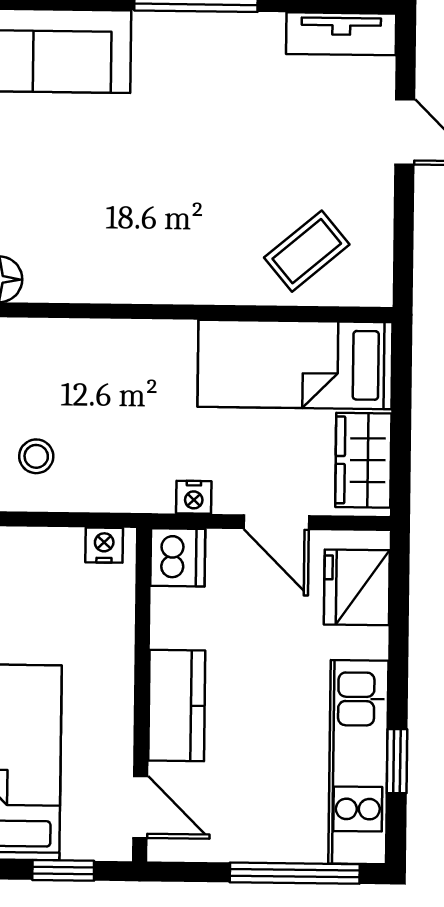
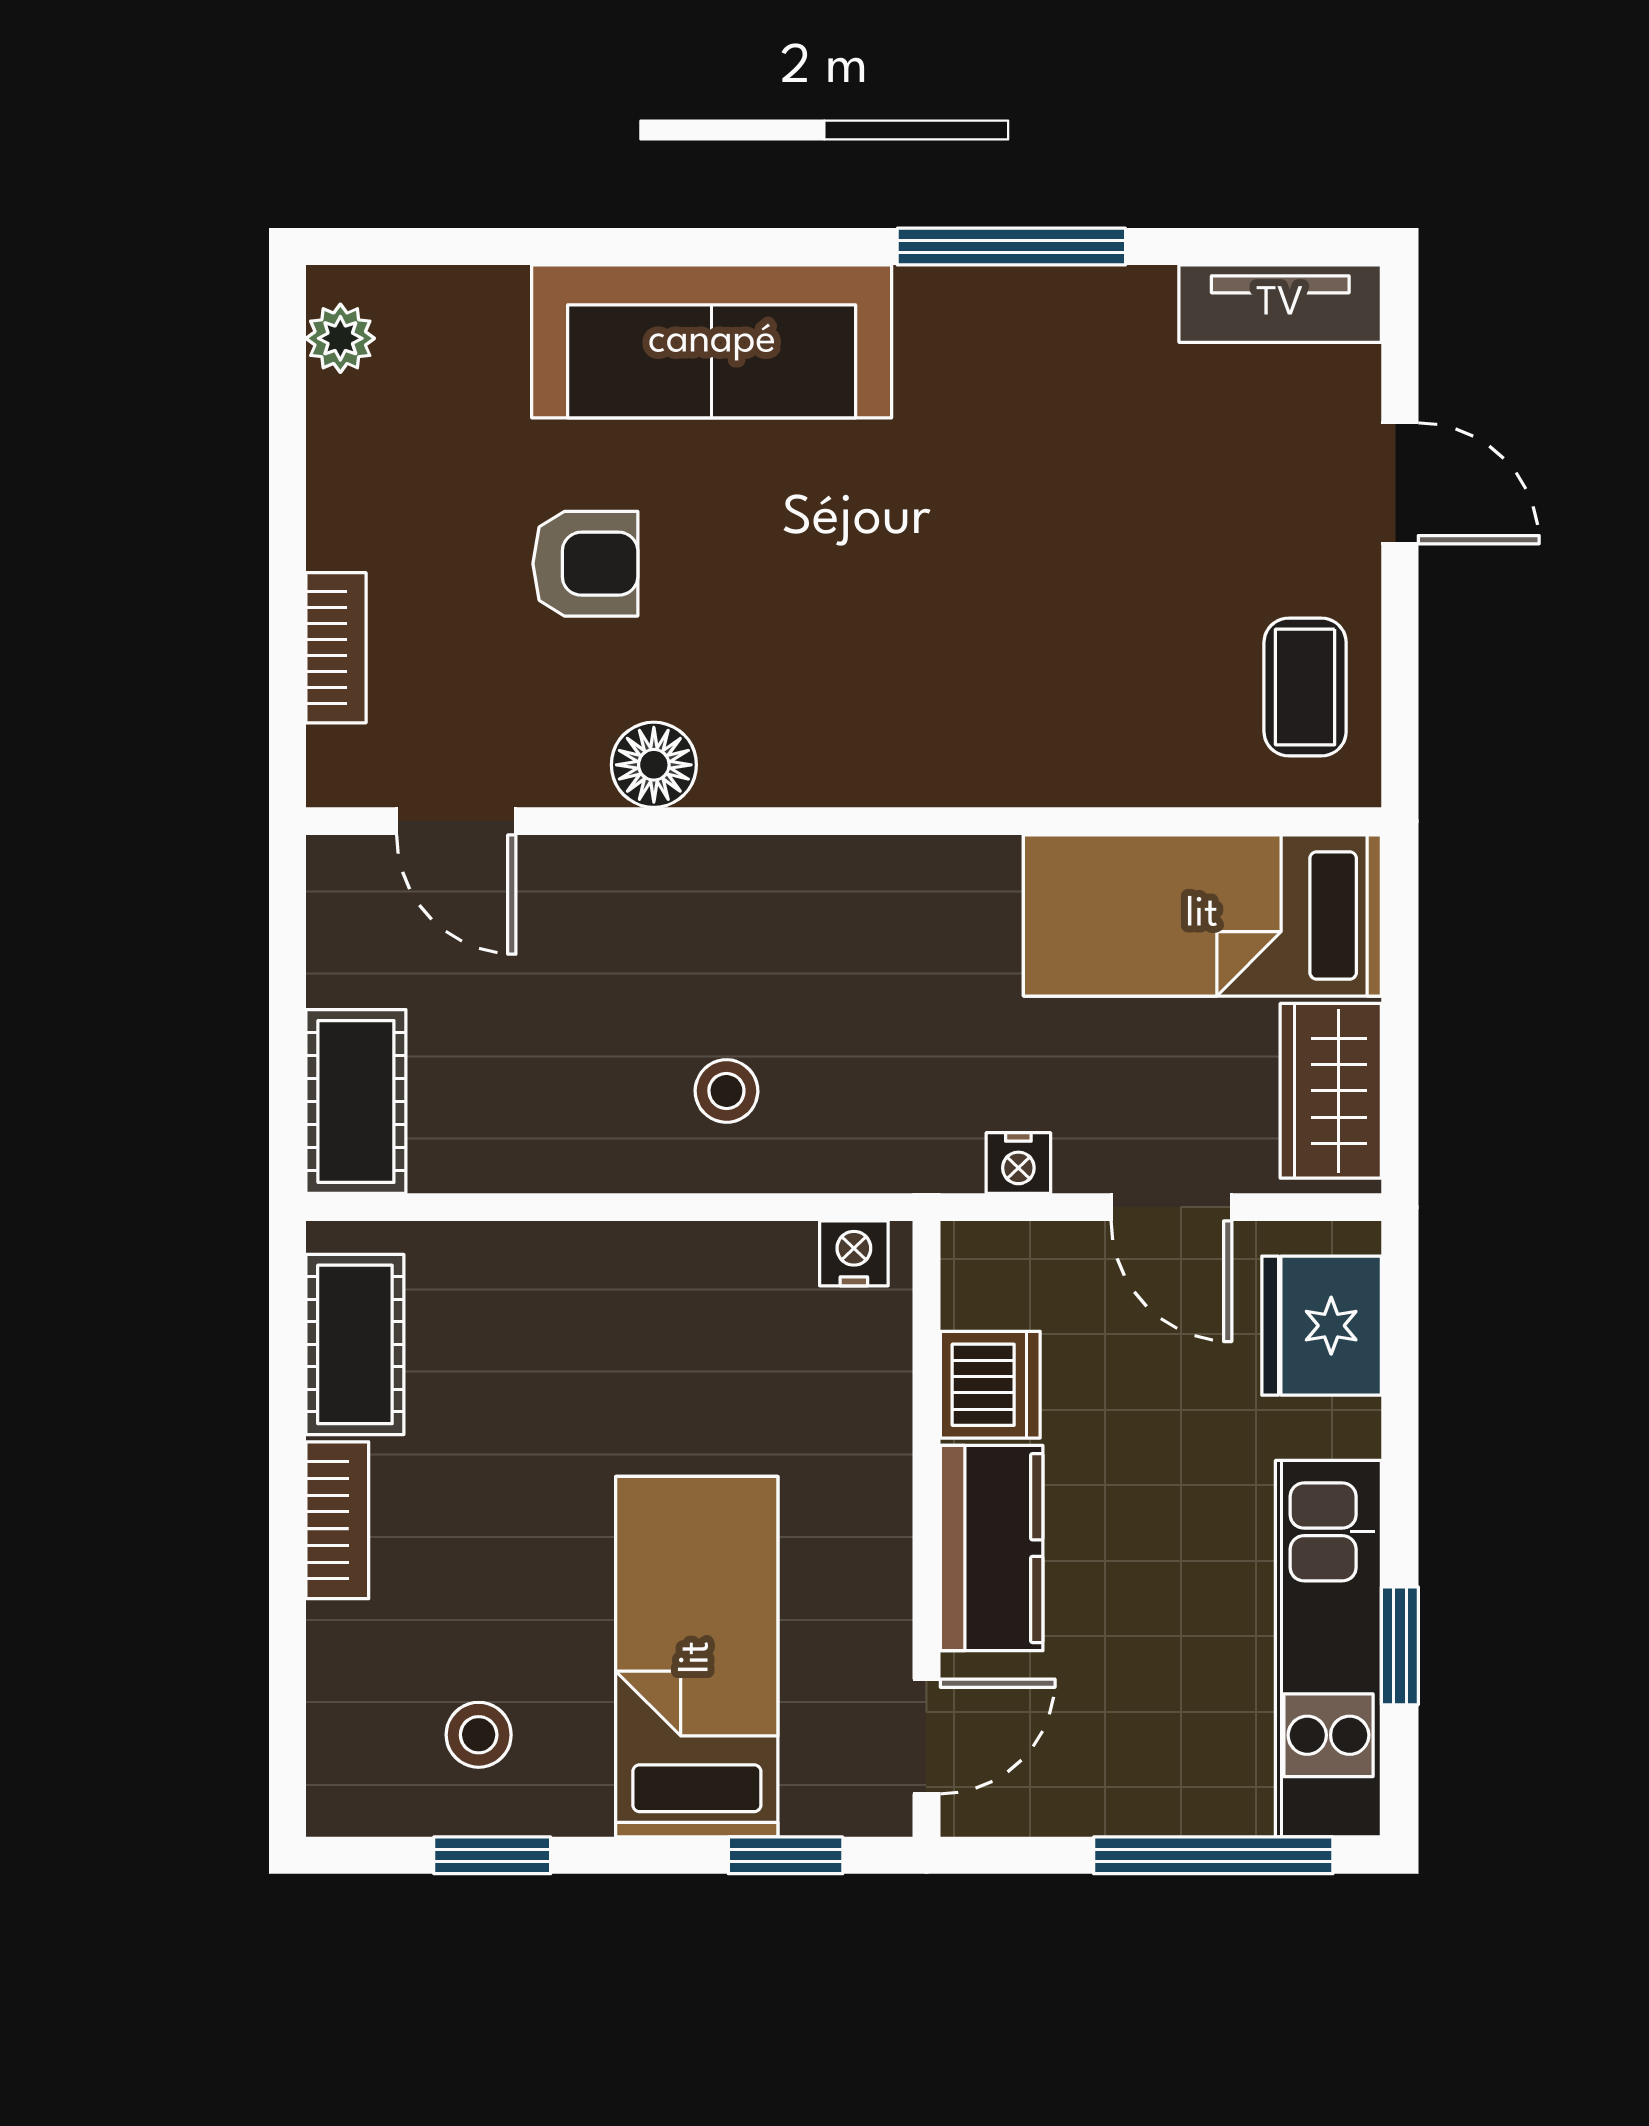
coffee table: (307, 251) -> (1305, 687), moved, turned -50
dishwasher: (178, 557) -> (990, 1385), moved
door: (140, 807) -> (926, 1736), hinge flipped

